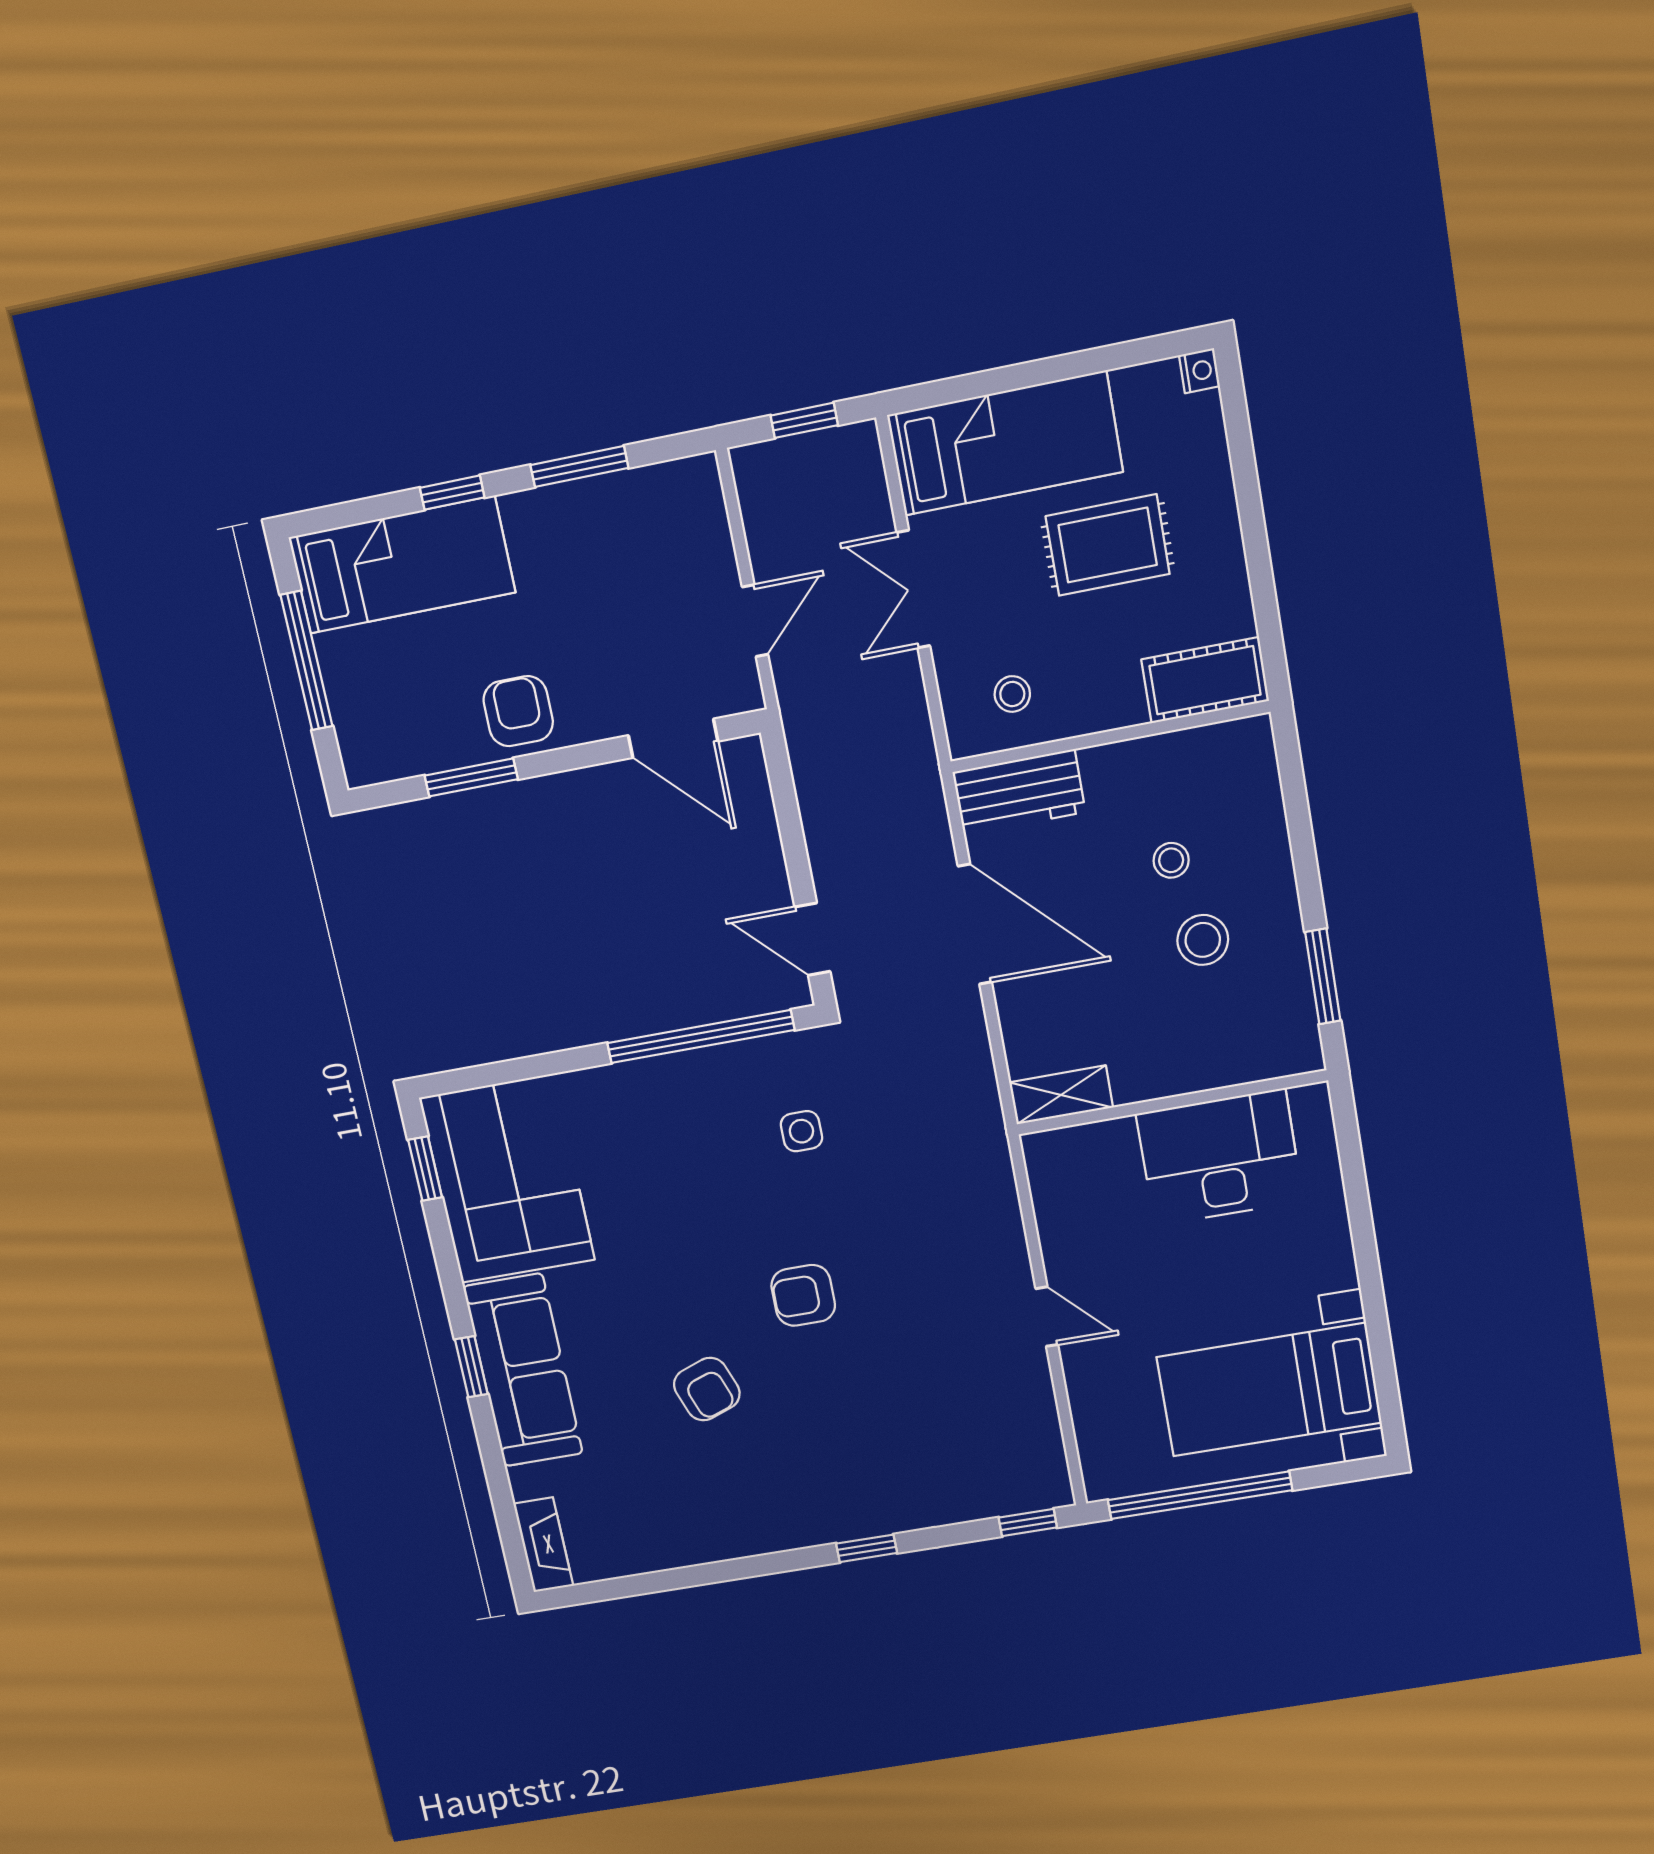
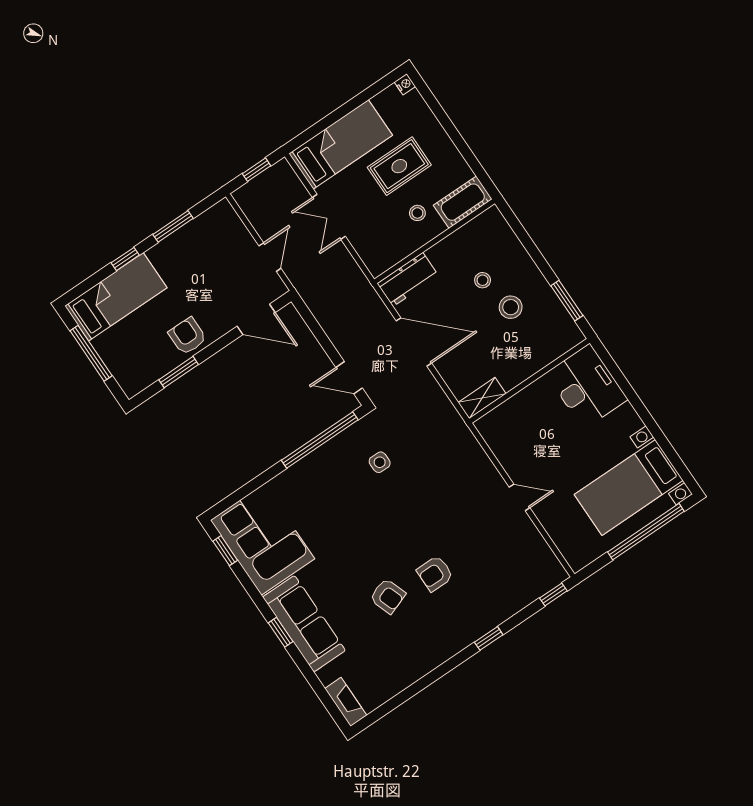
stool: (1012, 694) -> (417, 213), moved
desk: (1220, 1157) -> (587, 386), moved, turned 90
armchair: (803, 1295) -> (435, 574), moved
window: (1200, 1495) -> (646, 532), moved

